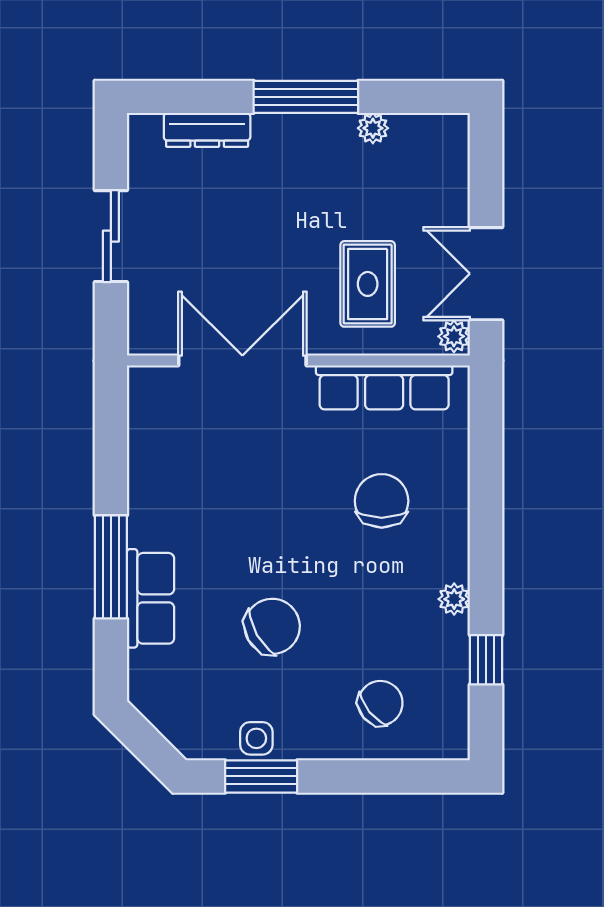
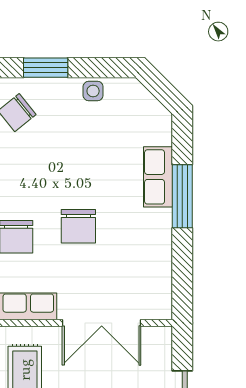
chair: (272, 626) -> (78, 226), moved, turned -60
window: (261, 776) -> (46, 68), moved

